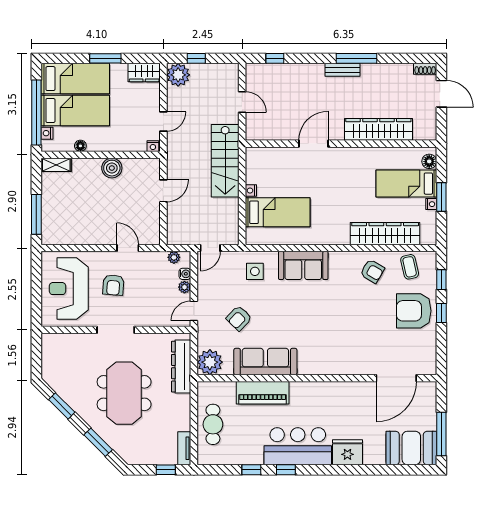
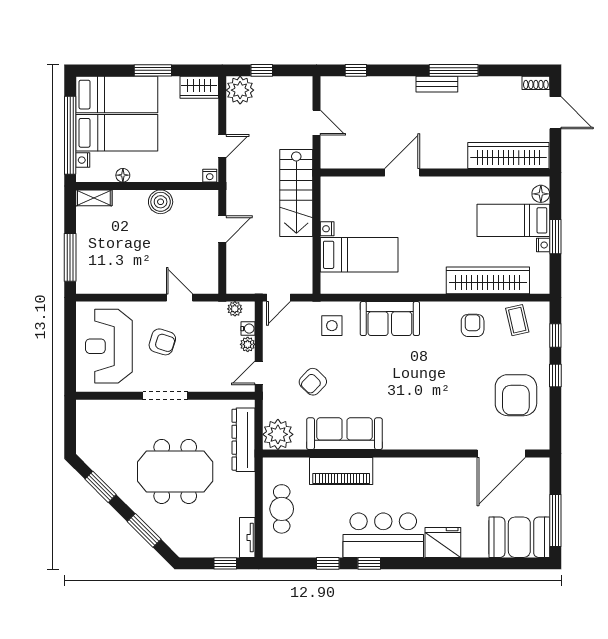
wardrobe: (378, 129) -> (508, 156), moved
armchair: (372, 271) -> (473, 325), turned -120
armchair: (113, 285) -> (162, 342), turned -76
armchair: (414, 311) -> (516, 395), moved, turned -90
meeting table: (124, 393) -> (175, 471), turned 90

